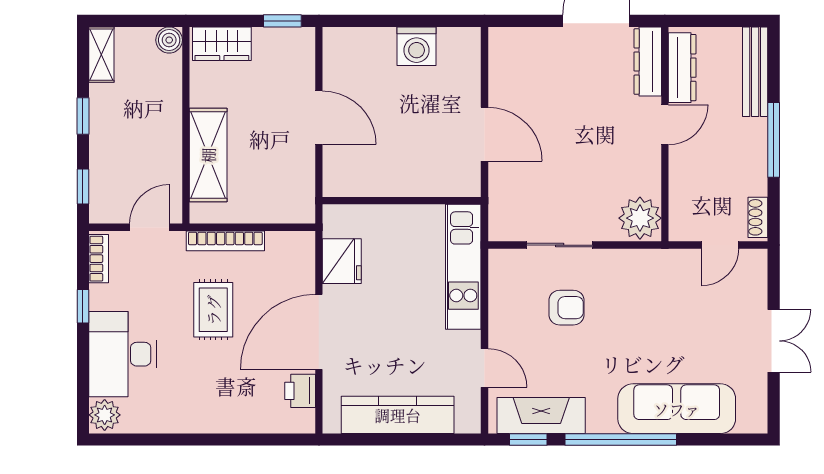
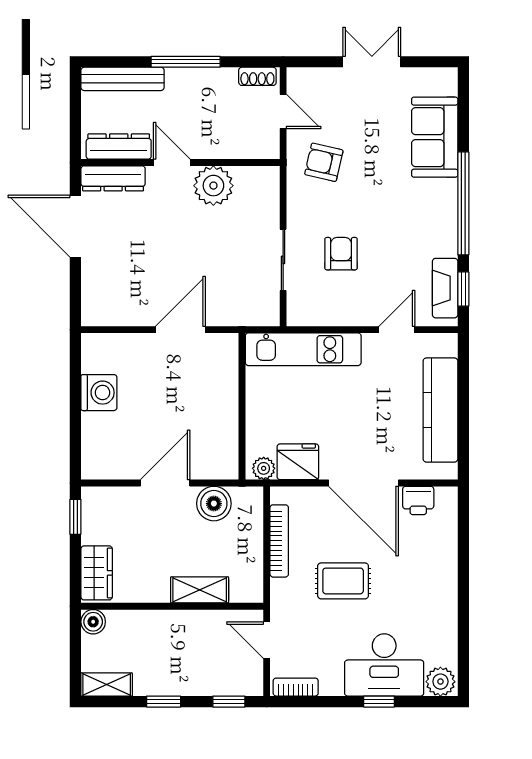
shelving: (208, 155) -> (200, 590), width x0.67, depth x0.75
boiler: (297, 170) -> (214, 504), added
plant: (640, 218) -> (213, 186), moved
plant: (335, 224) -> (264, 468), added
bookcase: (225, 241) -> (279, 541), moved
armchair: (665, 289) -> (324, 162), added
window: (83, 306) -> (379, 702), moved
sofa: (677, 409) -> (435, 137), width x0.73
fireplace: (541, 416) -> (445, 288), width x0.73, depth x0.76

